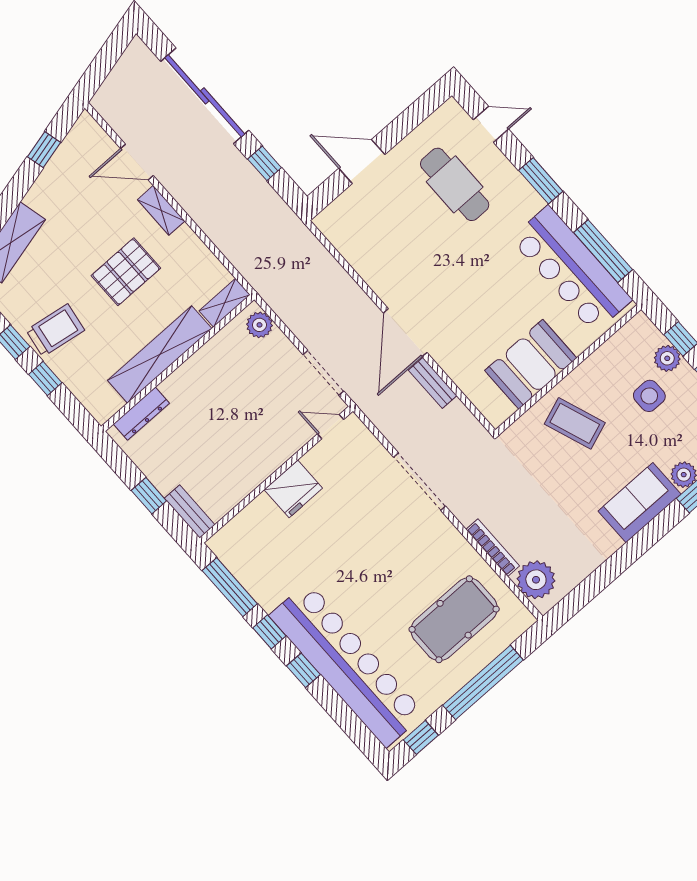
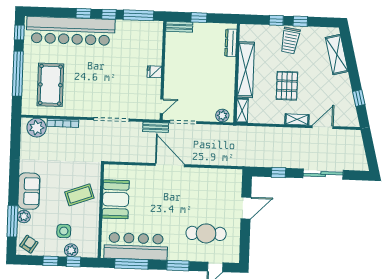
sliding door: (205, 96) -> (323, 174), width x0.73
bench: (433, 383) -> (156, 127), moved
fridge: (293, 489) -> (154, 72), width x0.53, depth x0.75

